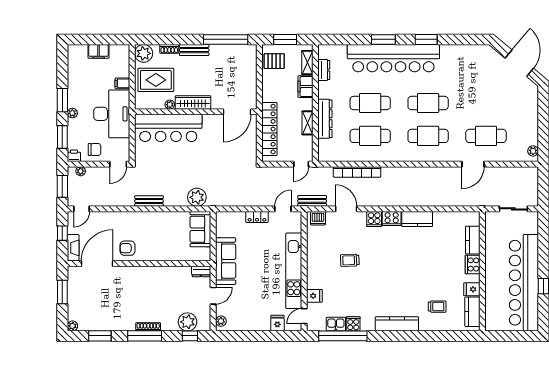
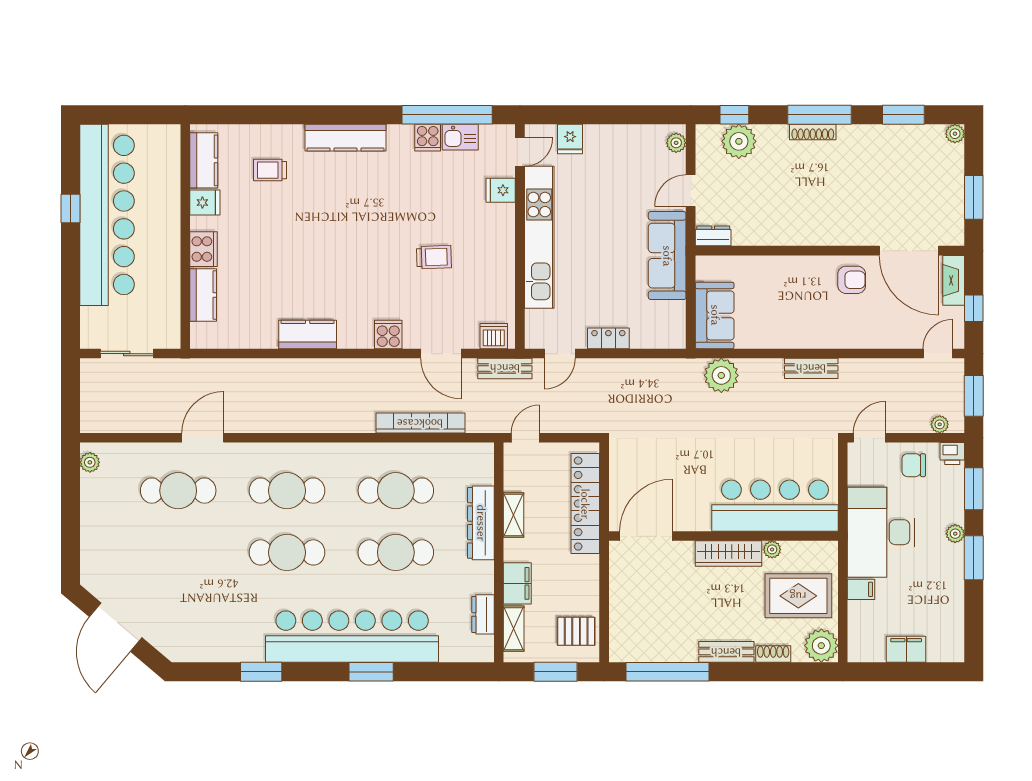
window: (426, 39) -> (261, 672), moved
cooker: (392, 219) -> (355, 335), removed
door: (97, 264) -> (909, 251), hinge flipped

